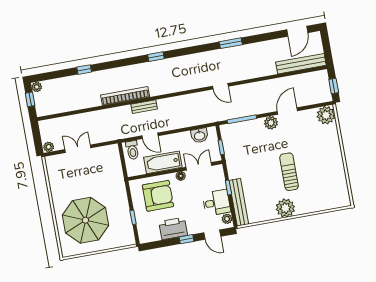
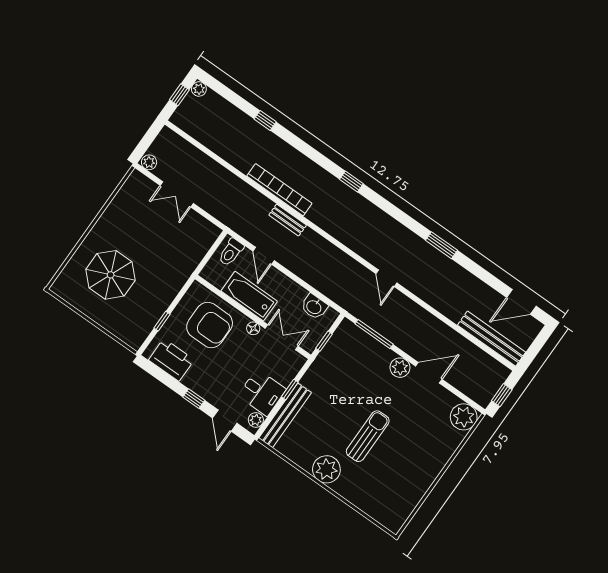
double door: (78, 149) -> (177, 194), swing flipped
parasol: (85, 220) -> (111, 275), width x0.73, depth x0.73
printer: (173, 228) -> (171, 360), moved

